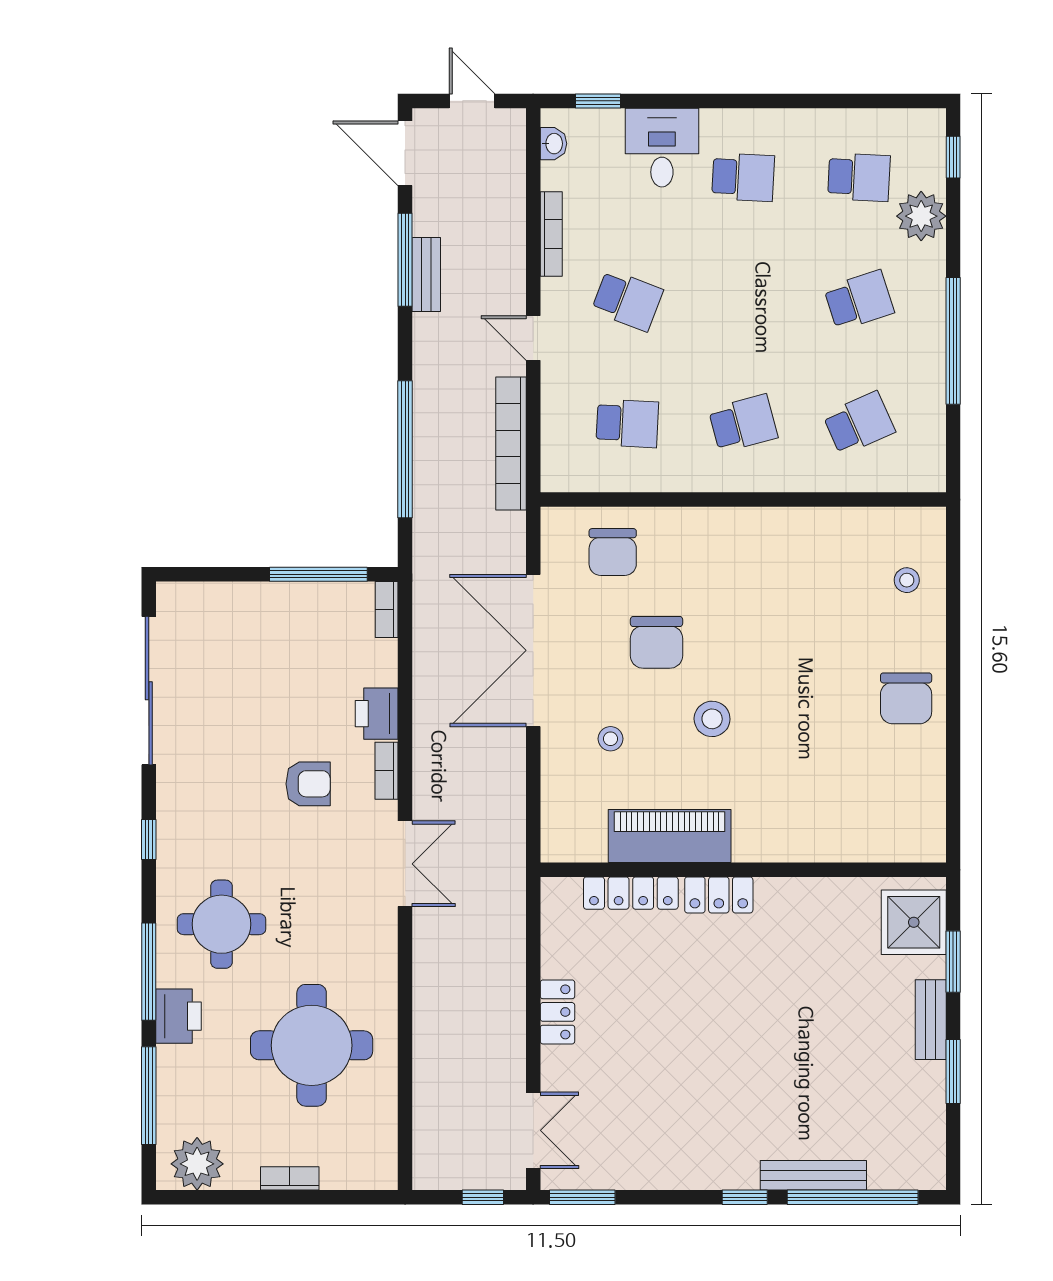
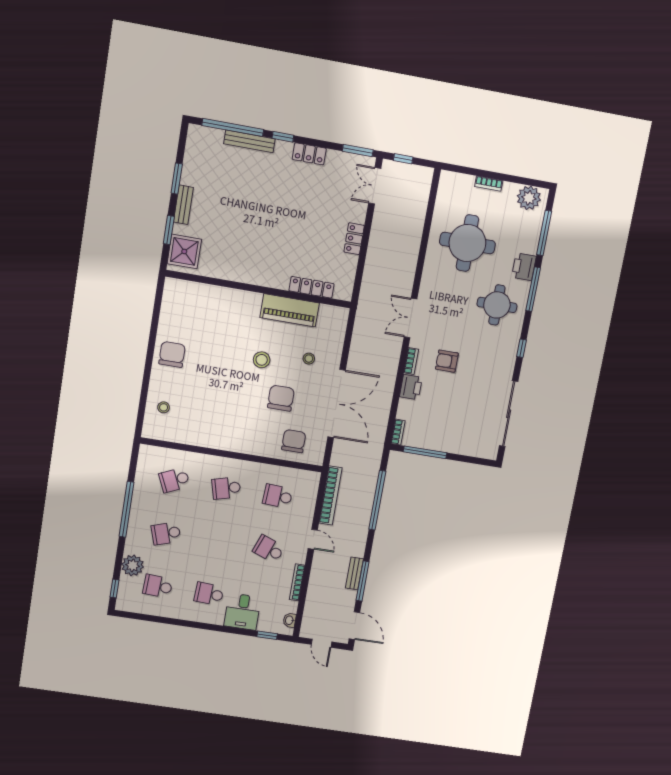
locker: (719, 895) -> (309, 154), moved, turned 180

